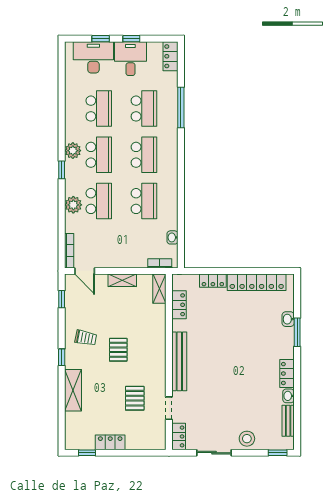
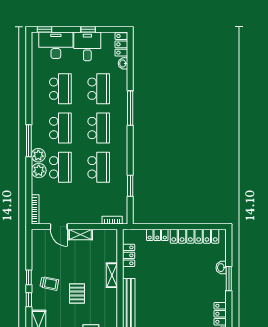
window: (101, 39) -> (45, 29), moved
window: (181, 108) -> (130, 108), moved
plant: (73, 151) -> (38, 155), moved
window: (62, 170) -> (29, 141), width x2.17
window: (181, 223) -> (130, 186), added
washbasin: (172, 237) -> (123, 63), moved
door: (85, 271) -> (59, 227), moved
shelving: (159, 289) -> (112, 275), moved
window: (62, 299) -> (29, 277), moved

